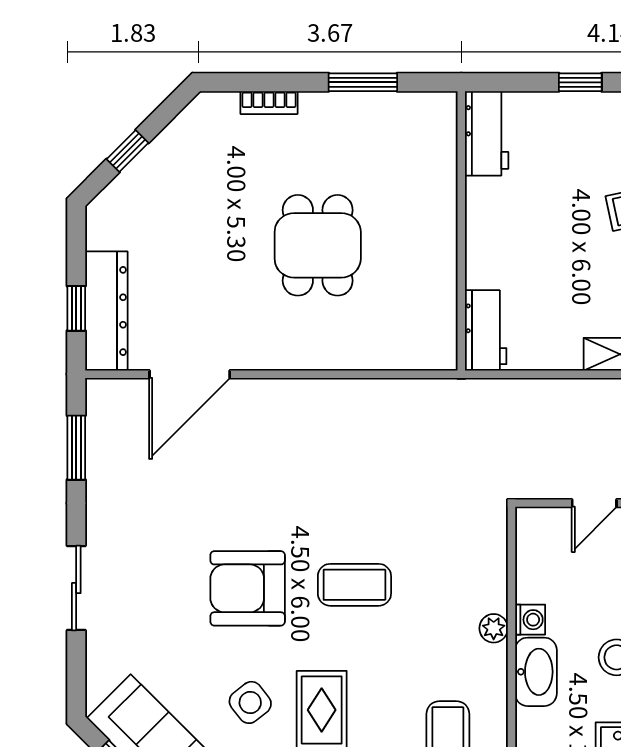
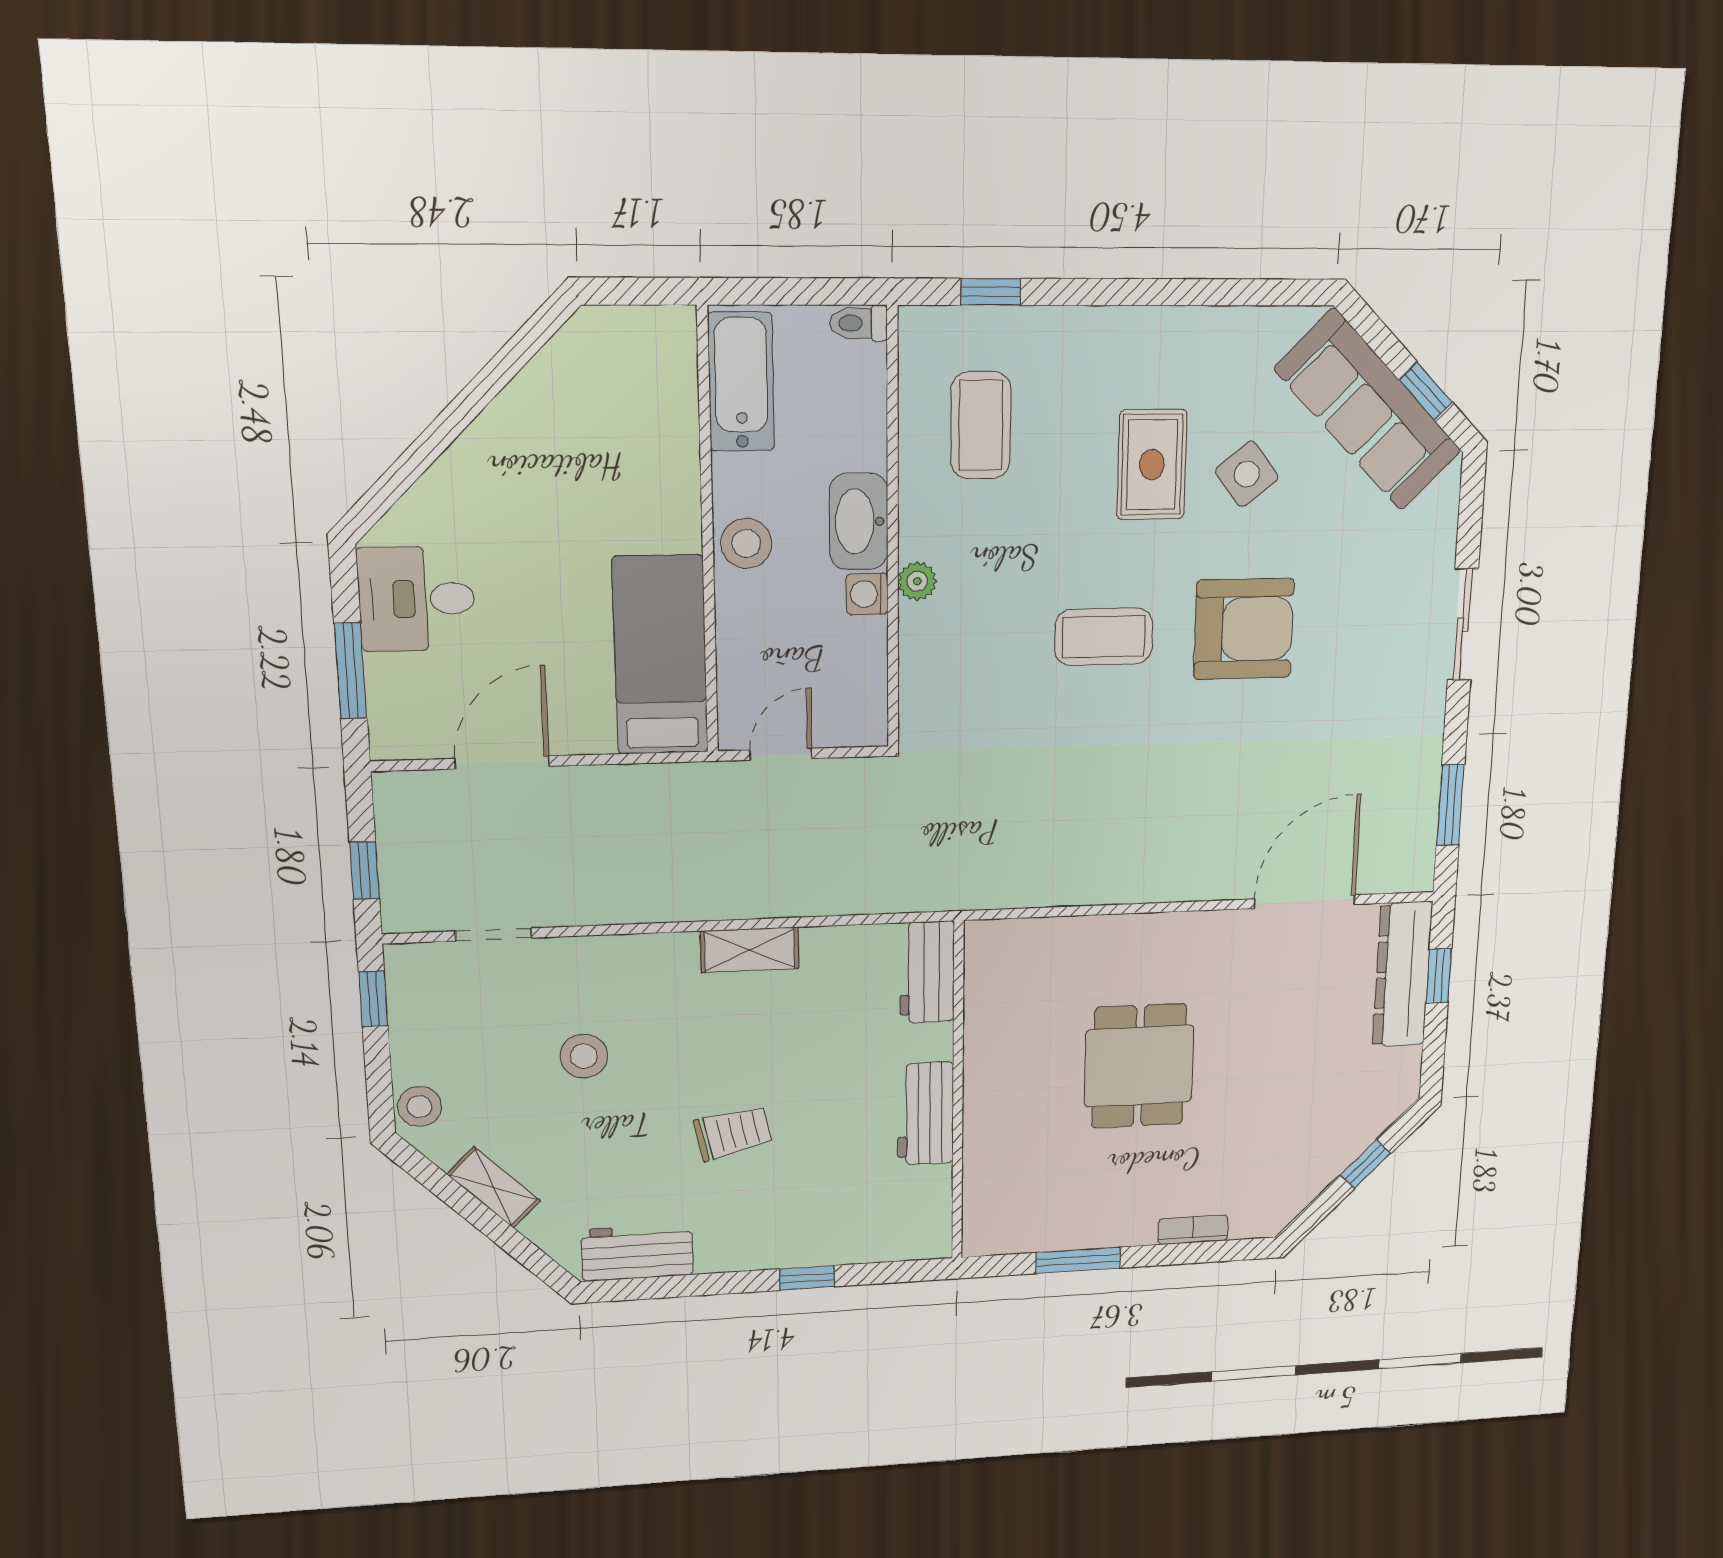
workbench: (487, 133) -> (925, 1114), moved

